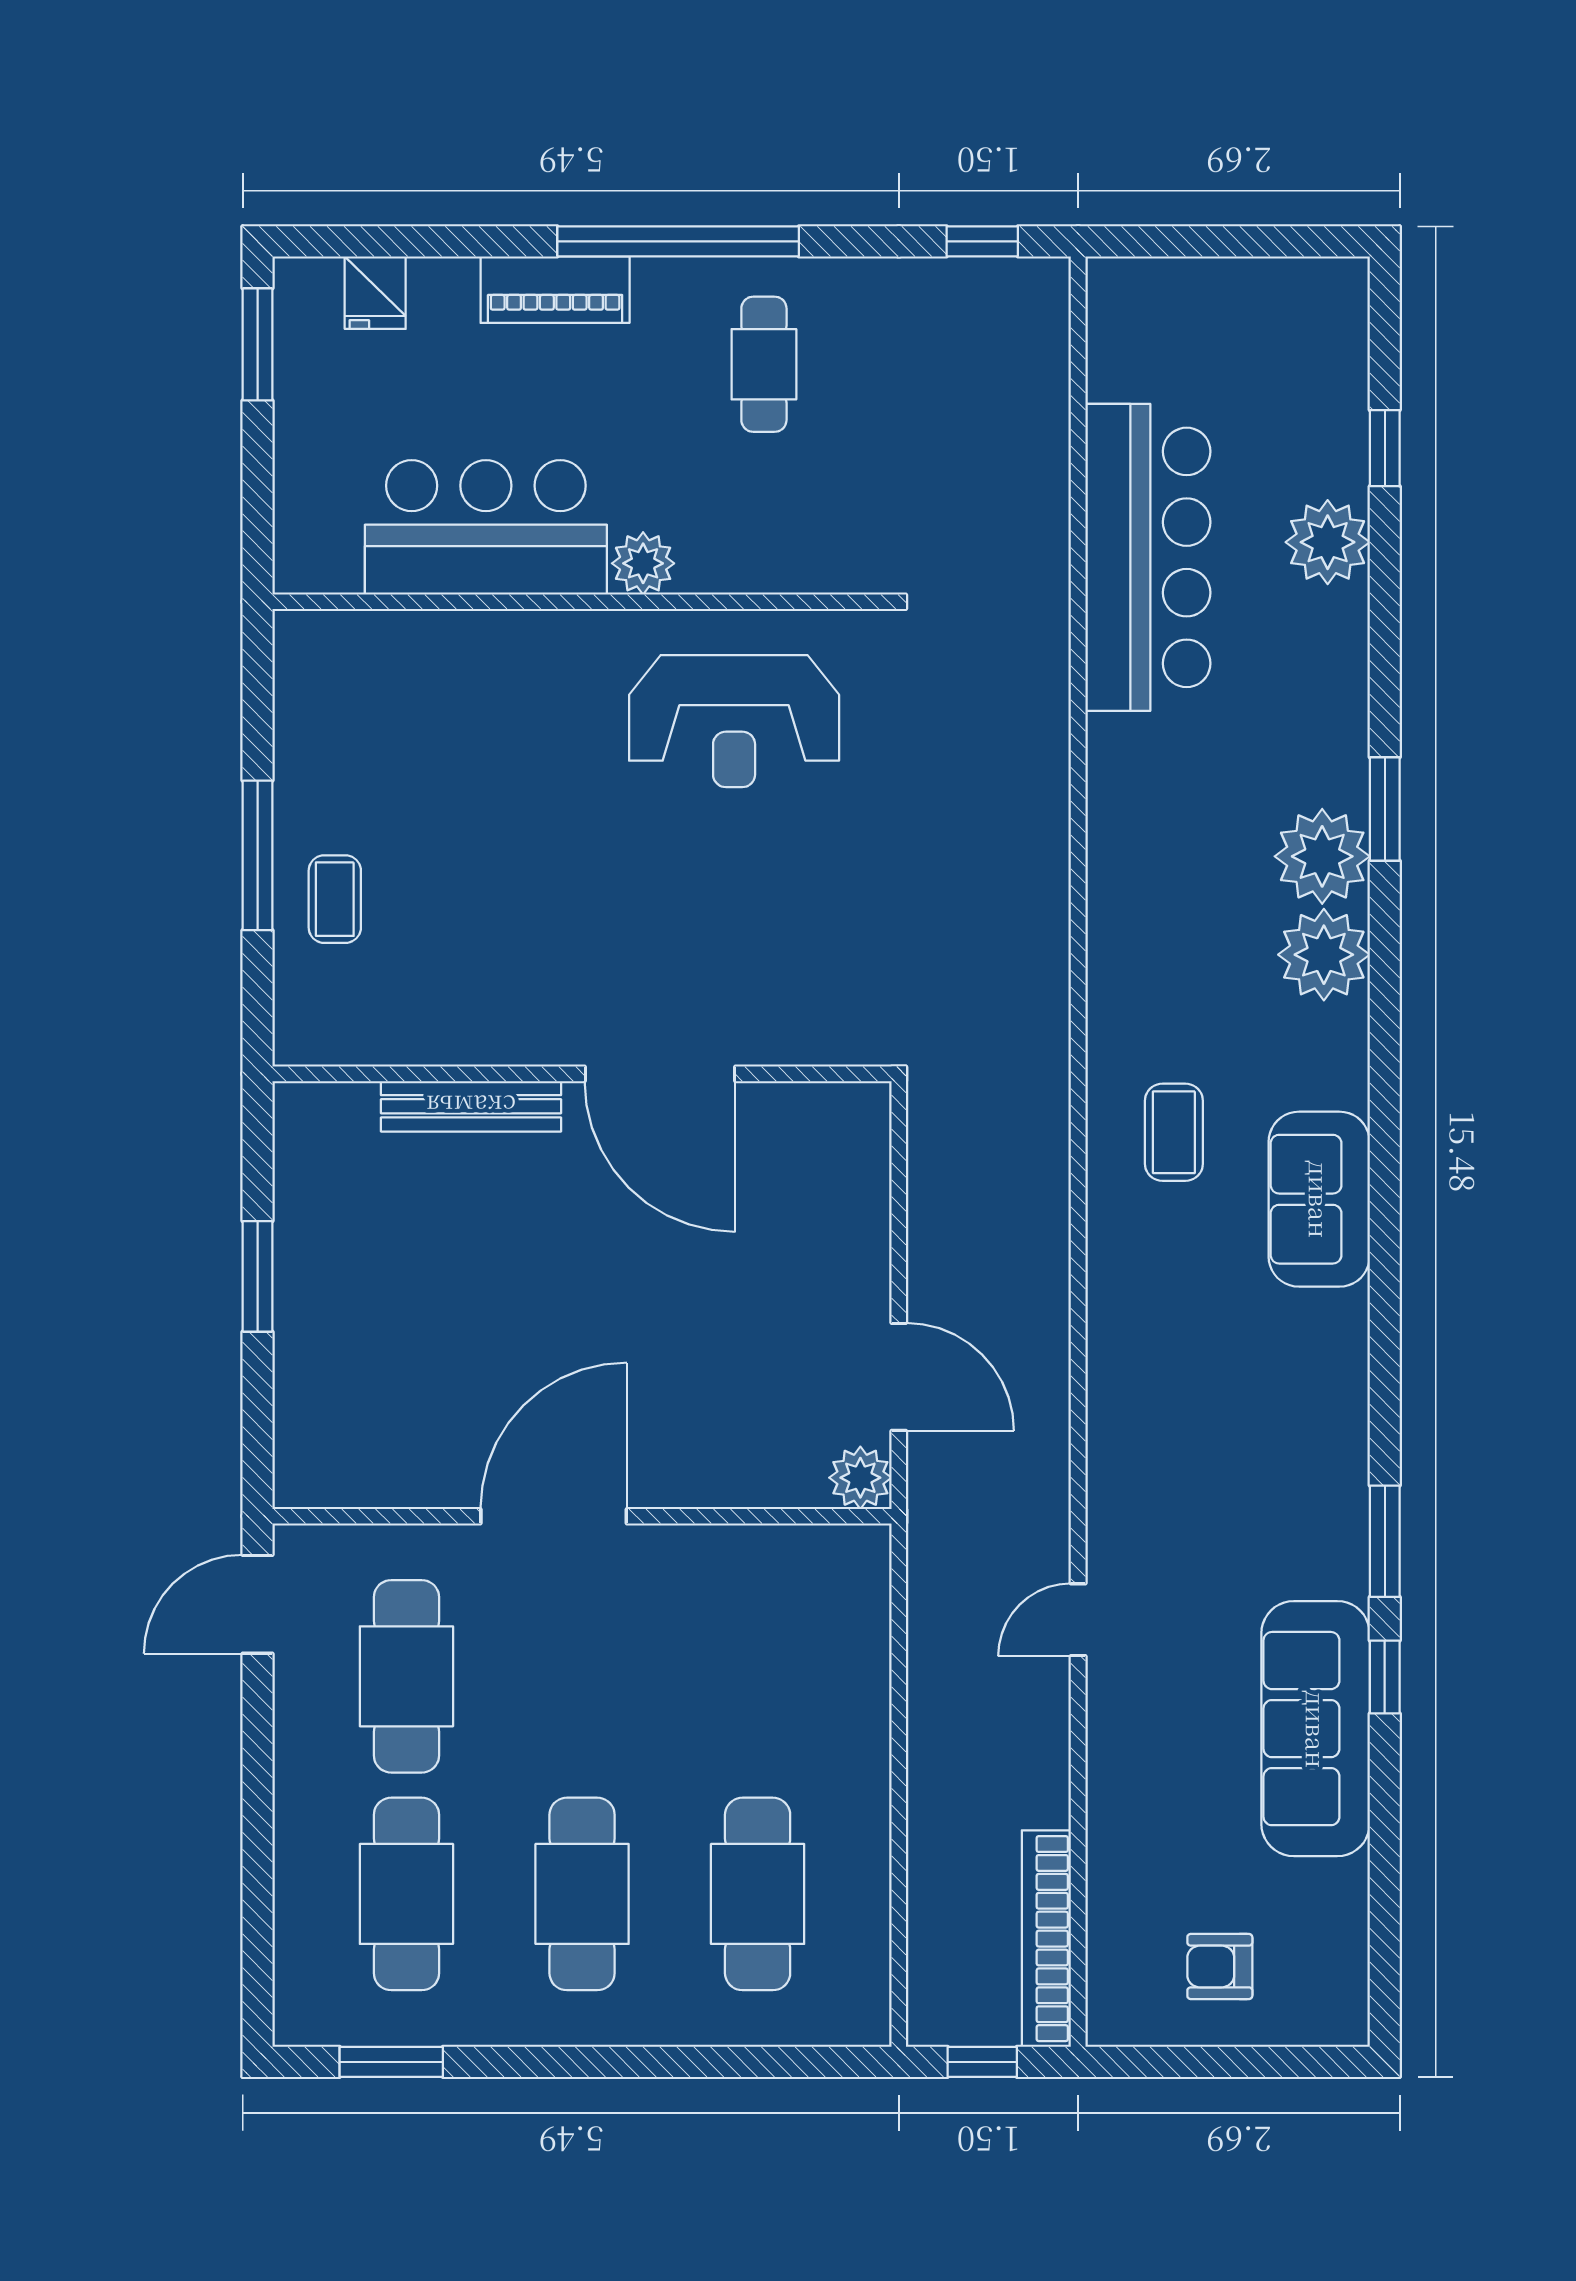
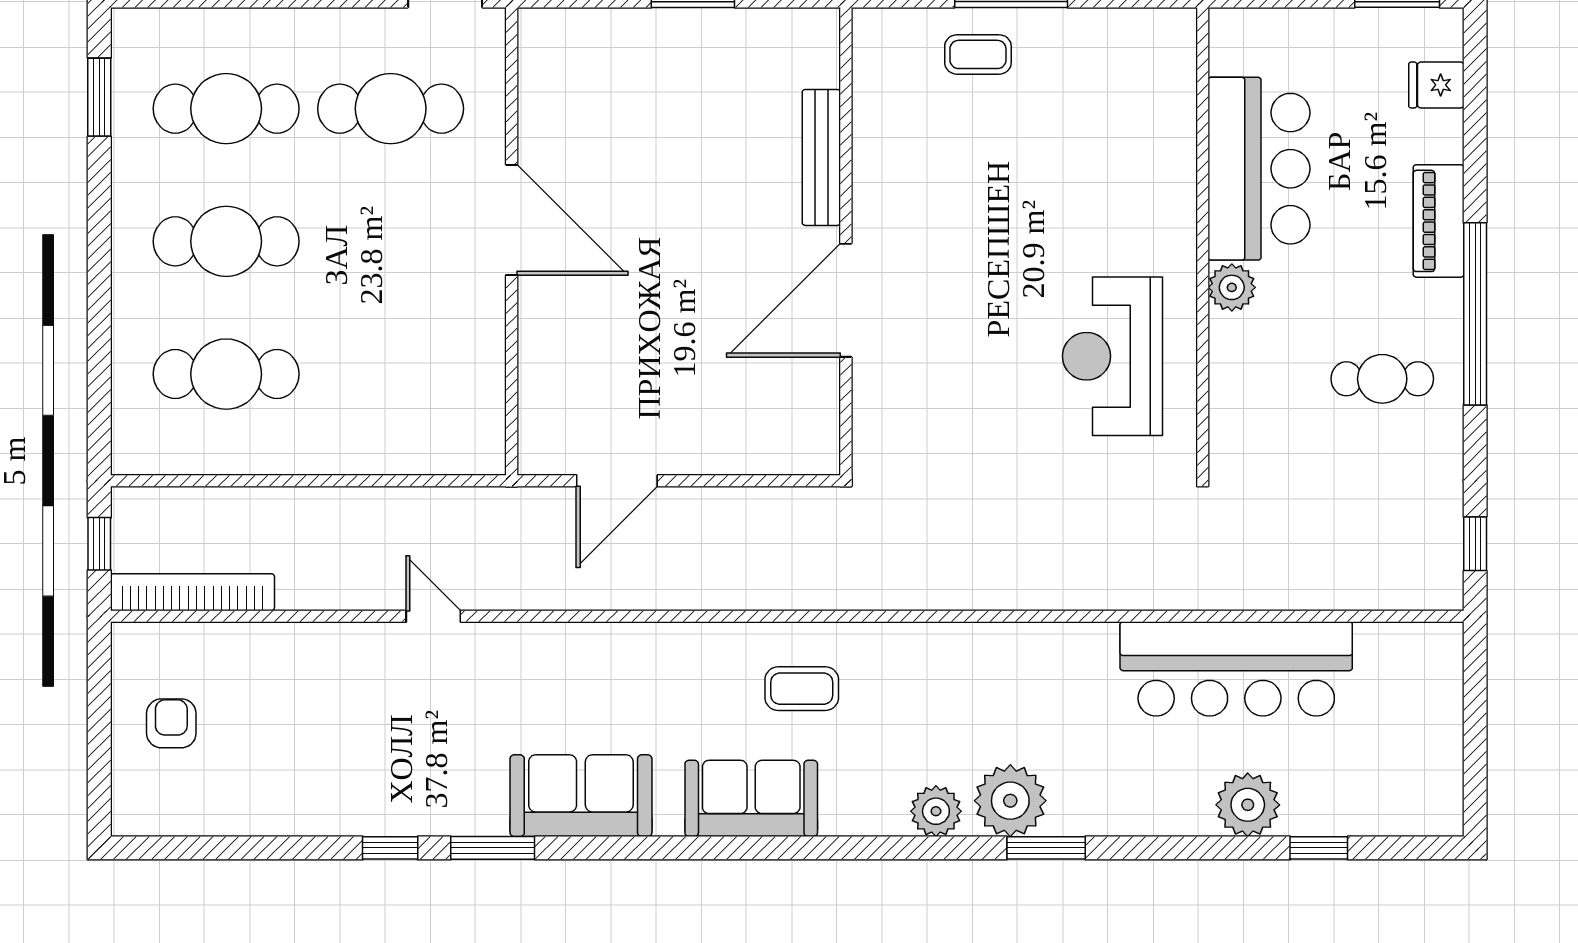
plant: (1324, 955) -> (936, 811), width x0.73, depth x0.73
plant: (860, 1478) -> (541, 452), removed
sofa: (1316, 1729) -> (581, 796), moved, width x0.73

